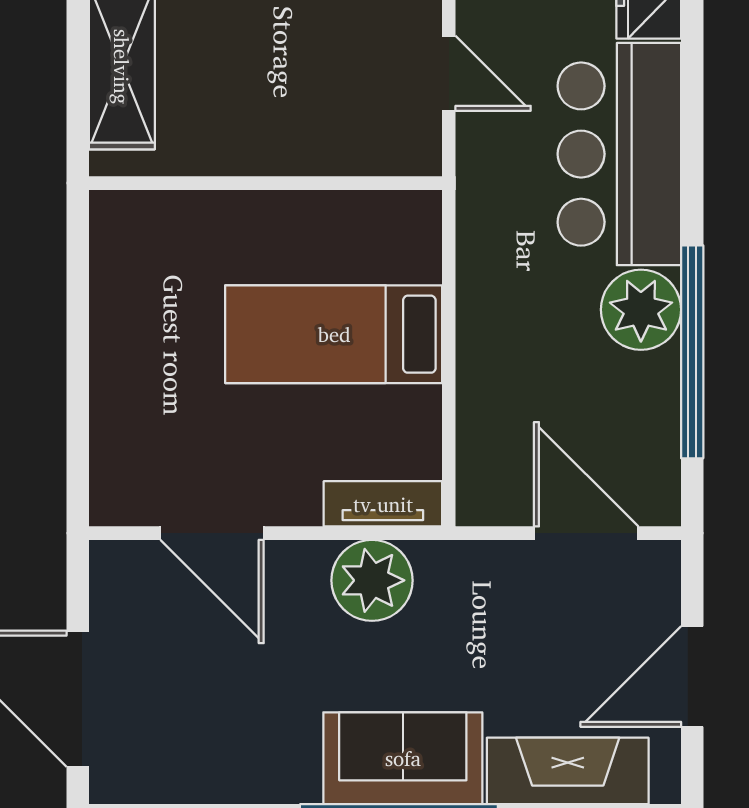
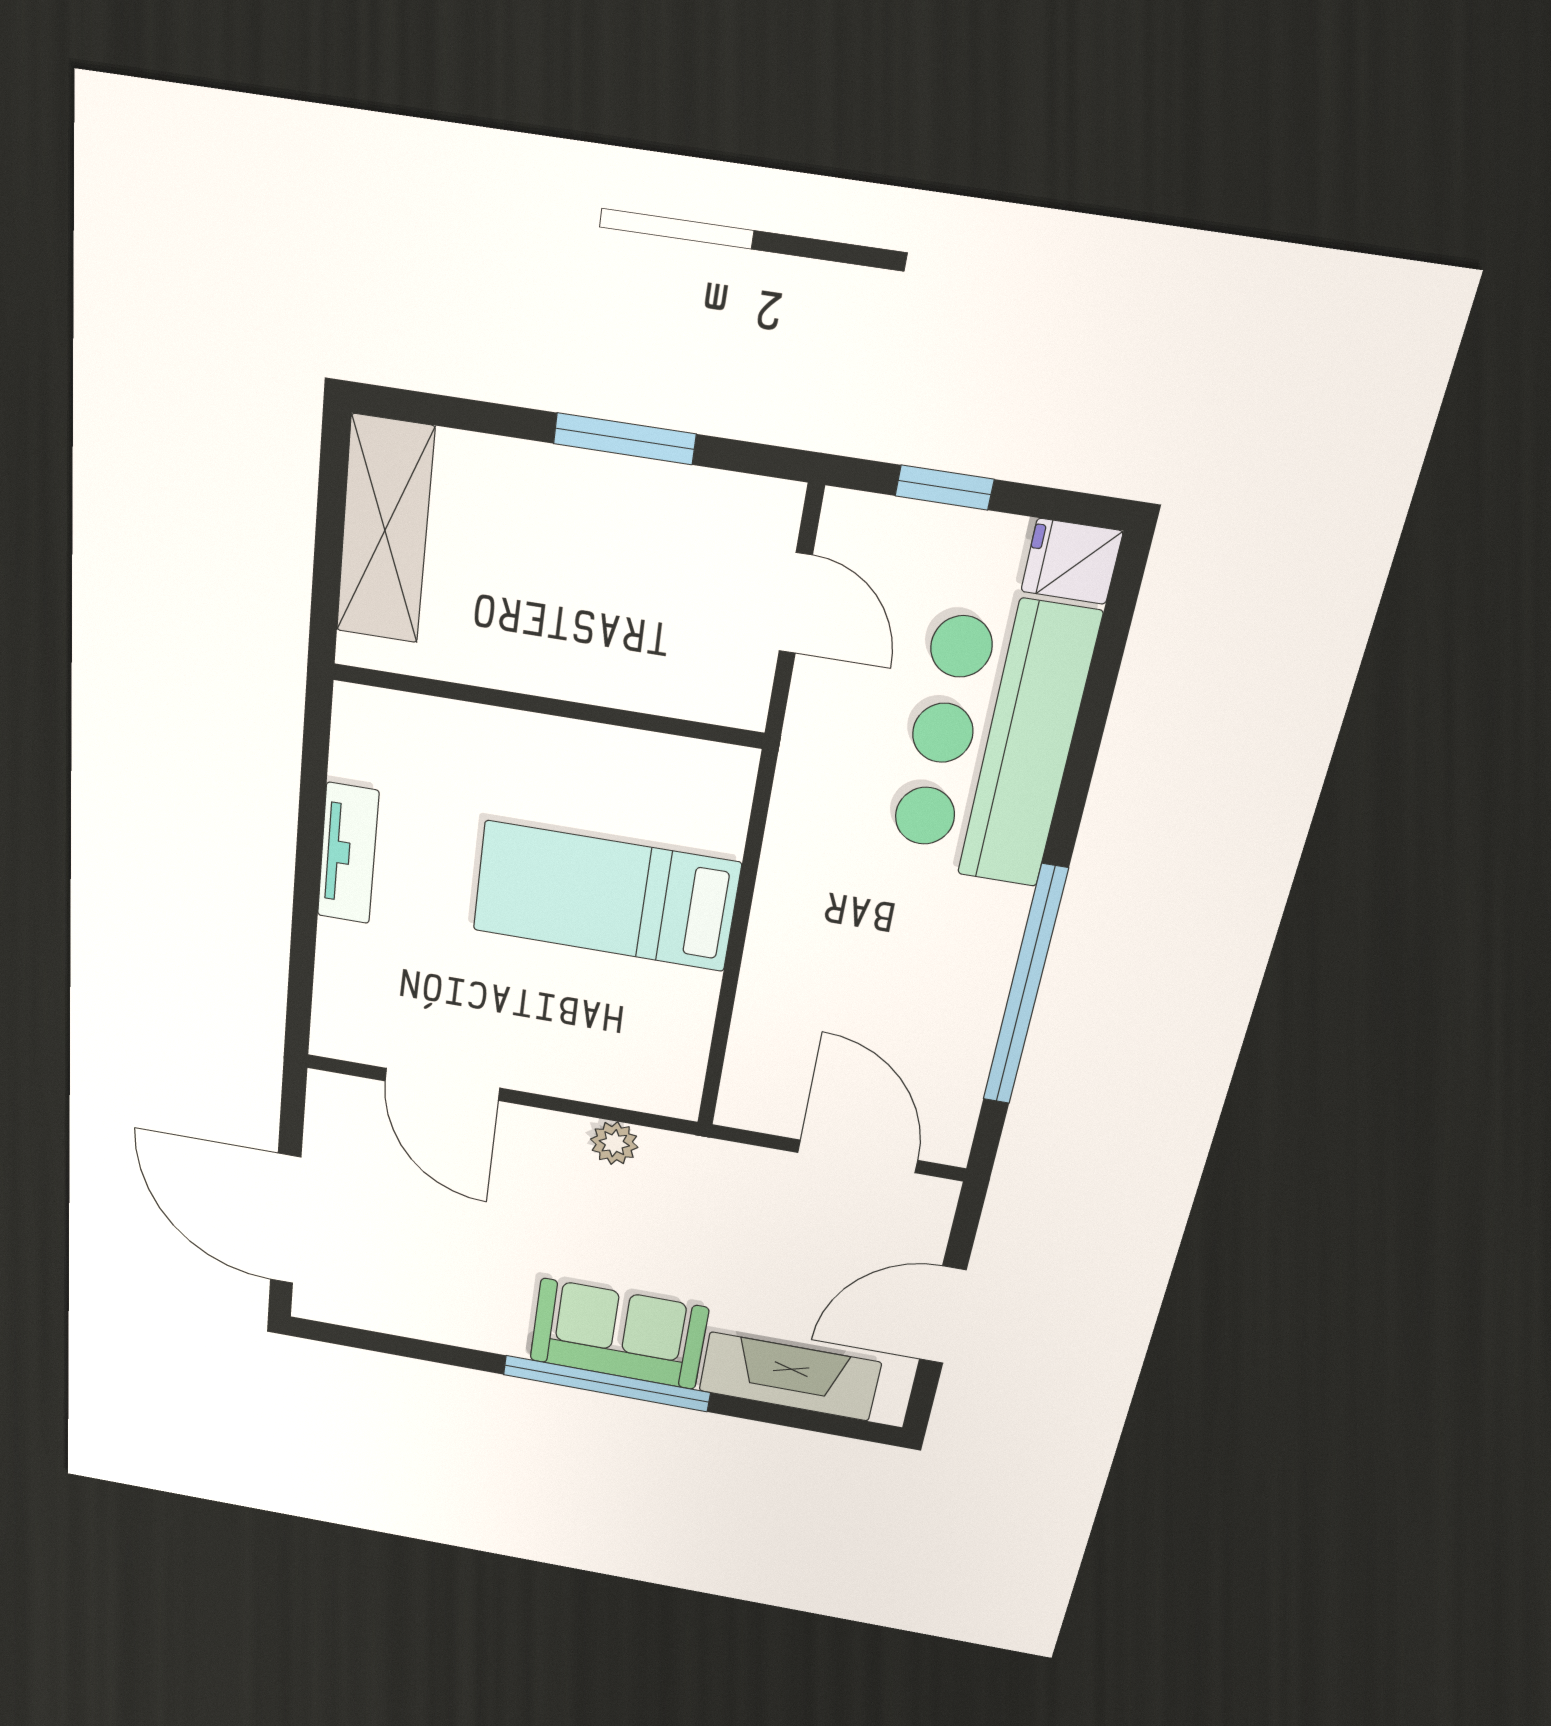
plant: (641, 310) -> (975, 929), removed
tv unit: (383, 504) -> (348, 854), moved, turned 90
plant: (372, 580) -> (614, 1143), width x0.53, depth x0.53

